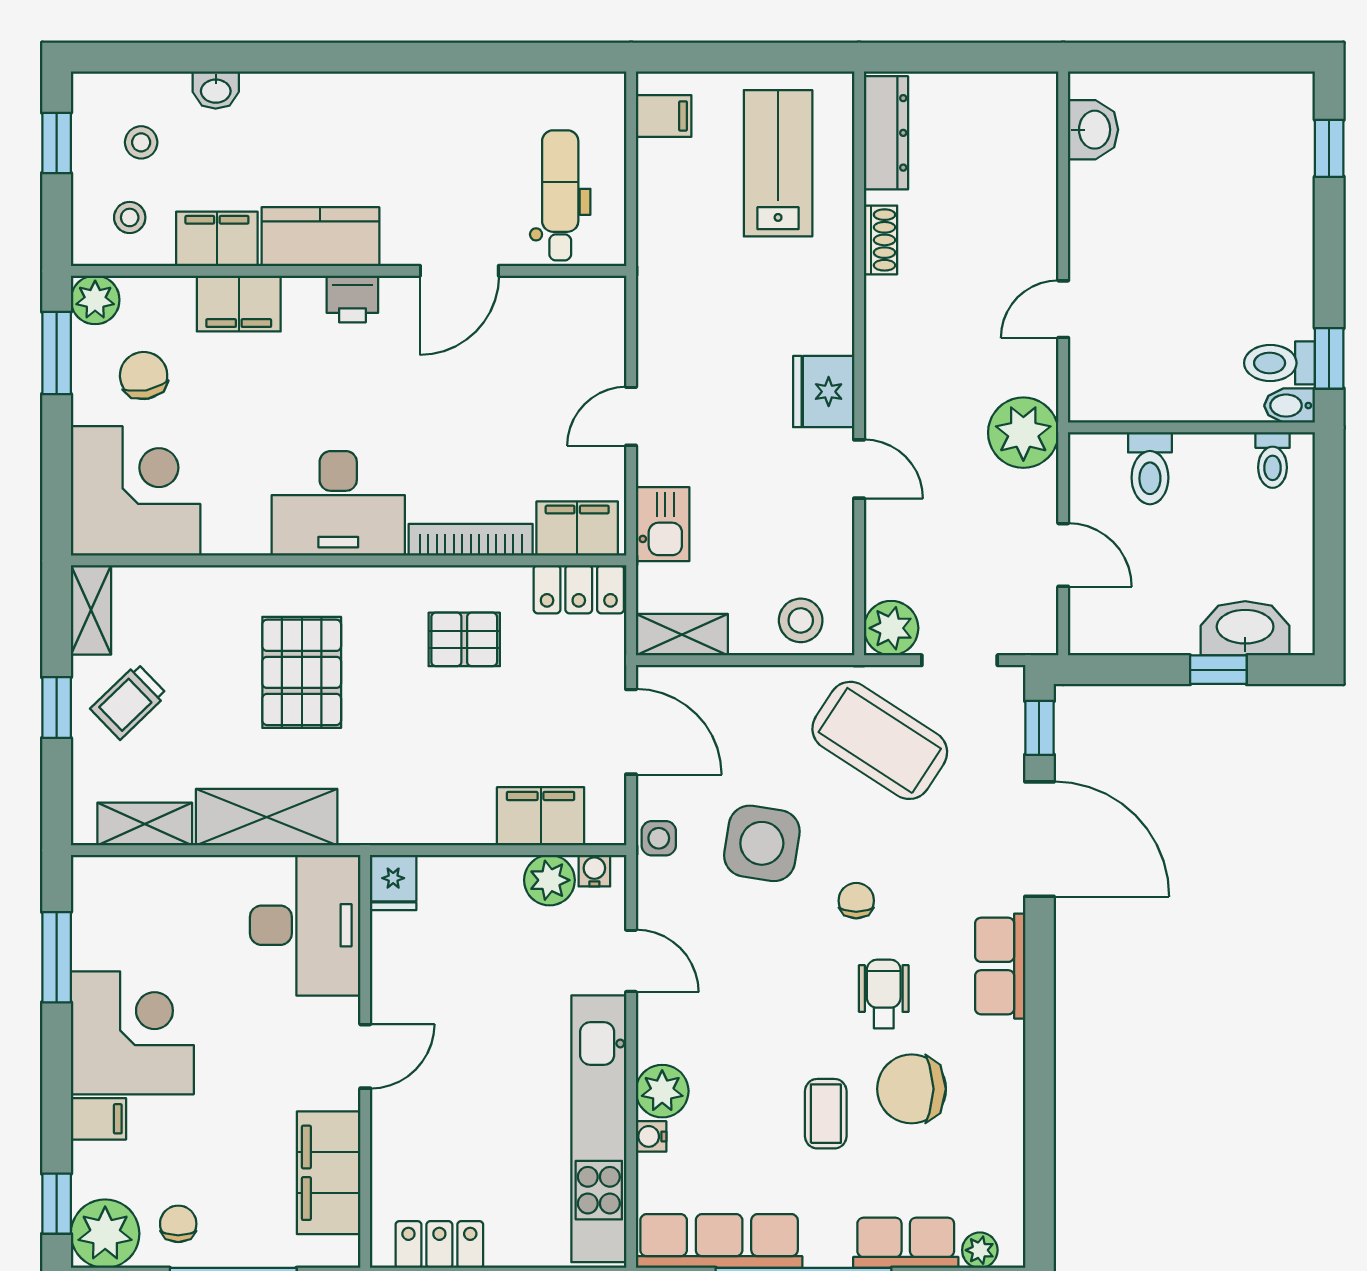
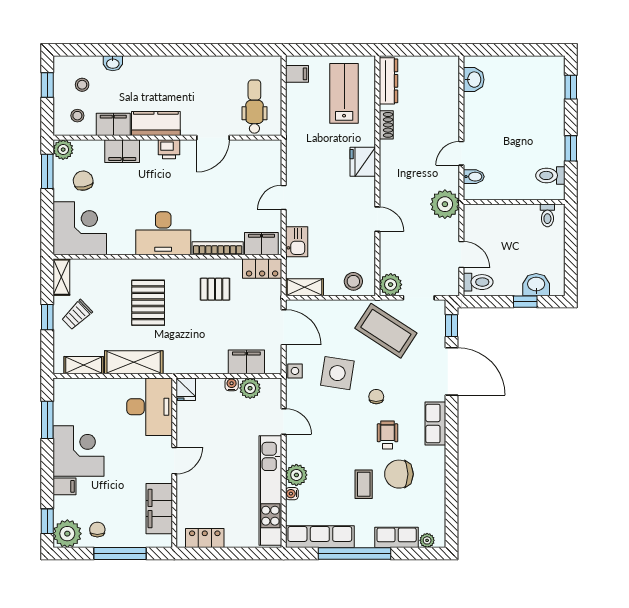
window: (1329, 358) -> (571, 148), moved
fridge: (824, 392) -> (363, 162), moved
bidet: (1290, 406) -> (474, 177), moved, turned 180
toilet: (1150, 468) -> (478, 282), moved, turned -90
washbasin: (1245, 628) -> (536, 285), width x0.72
water cooler: (594, 871) -> (232, 384), moved

